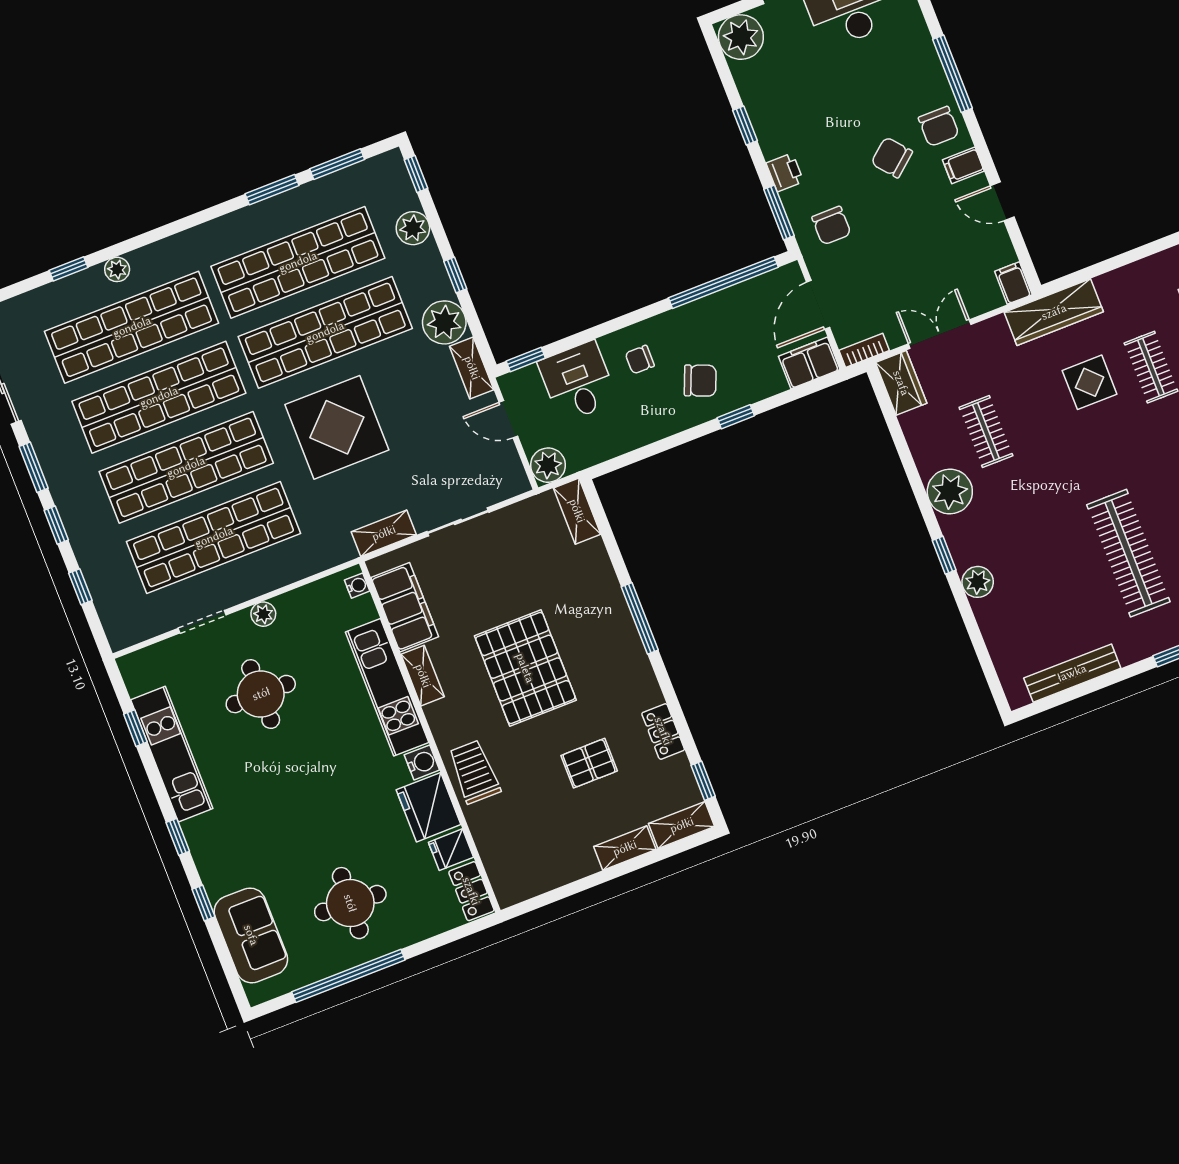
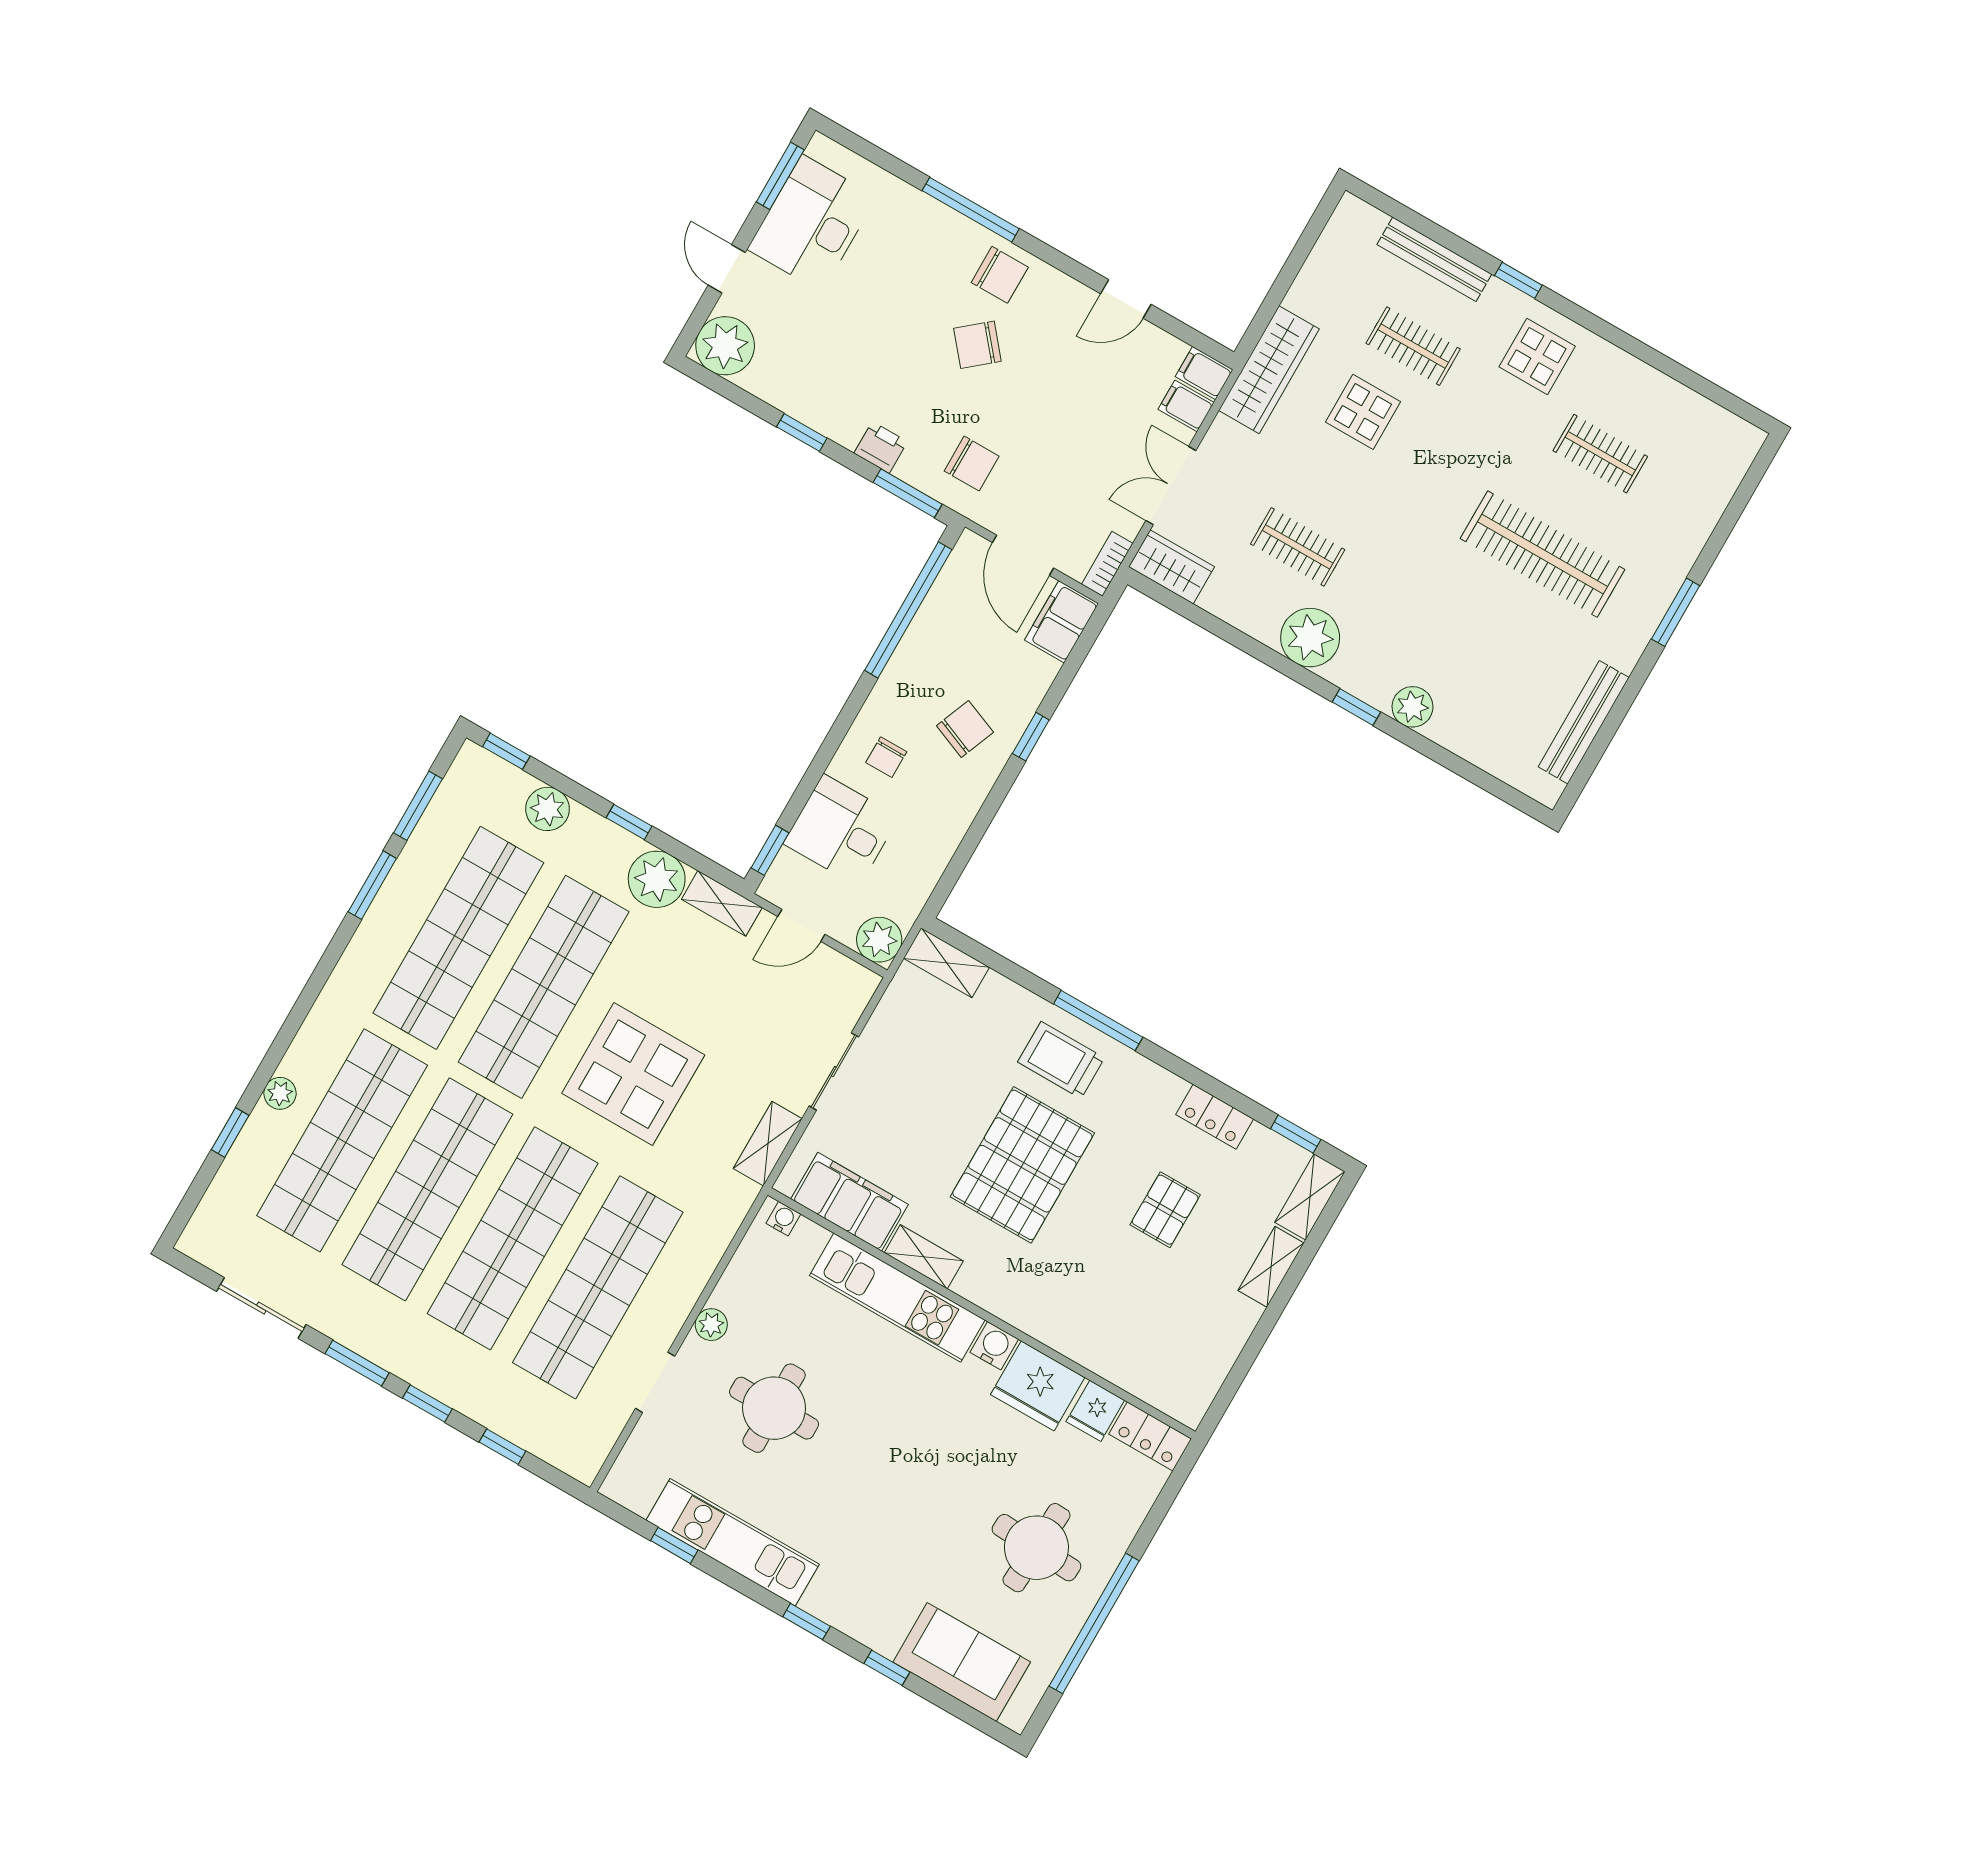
filing cabinet: (963, 165) -> (1186, 406), moved, turned 90
pallet: (525, 668) -> (1022, 1165), turned 90
trolley: (474, 772) -> (1061, 1060), moved

